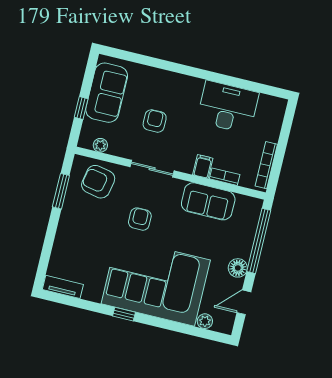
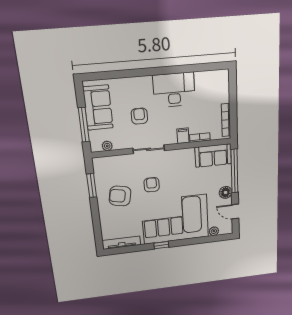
desk: (228, 107) -> (174, 90), moved
window: (81, 108) -> (84, 125), width x2.17
armchair: (98, 182) -> (120, 196), moved
sofa: (208, 201) -> (213, 156), moved
tv unit: (63, 287) -> (122, 243), width x1.41
door: (244, 302) -> (235, 212), hinge flipped

